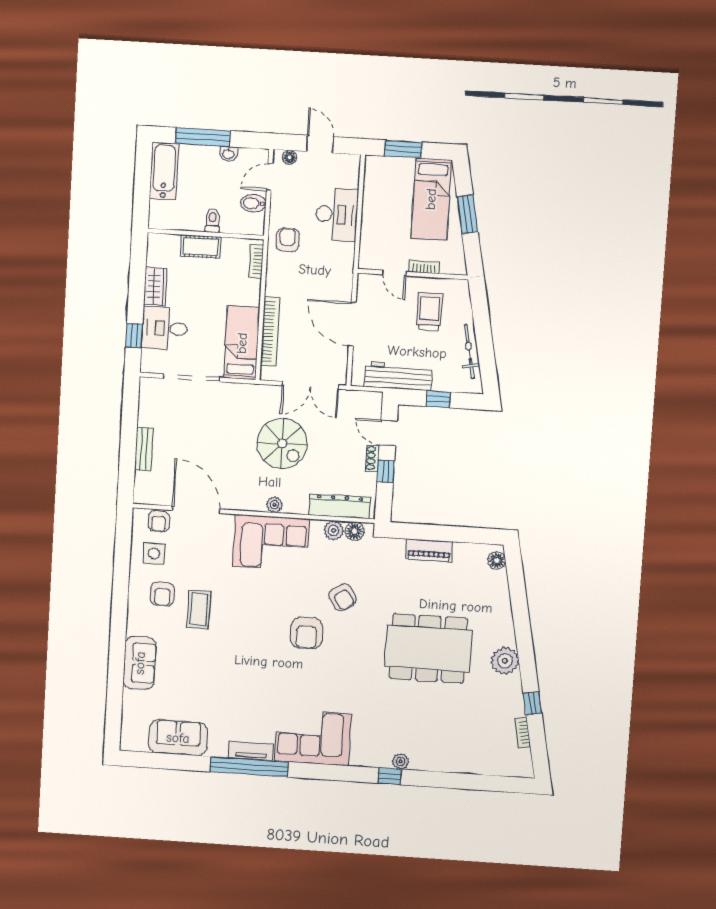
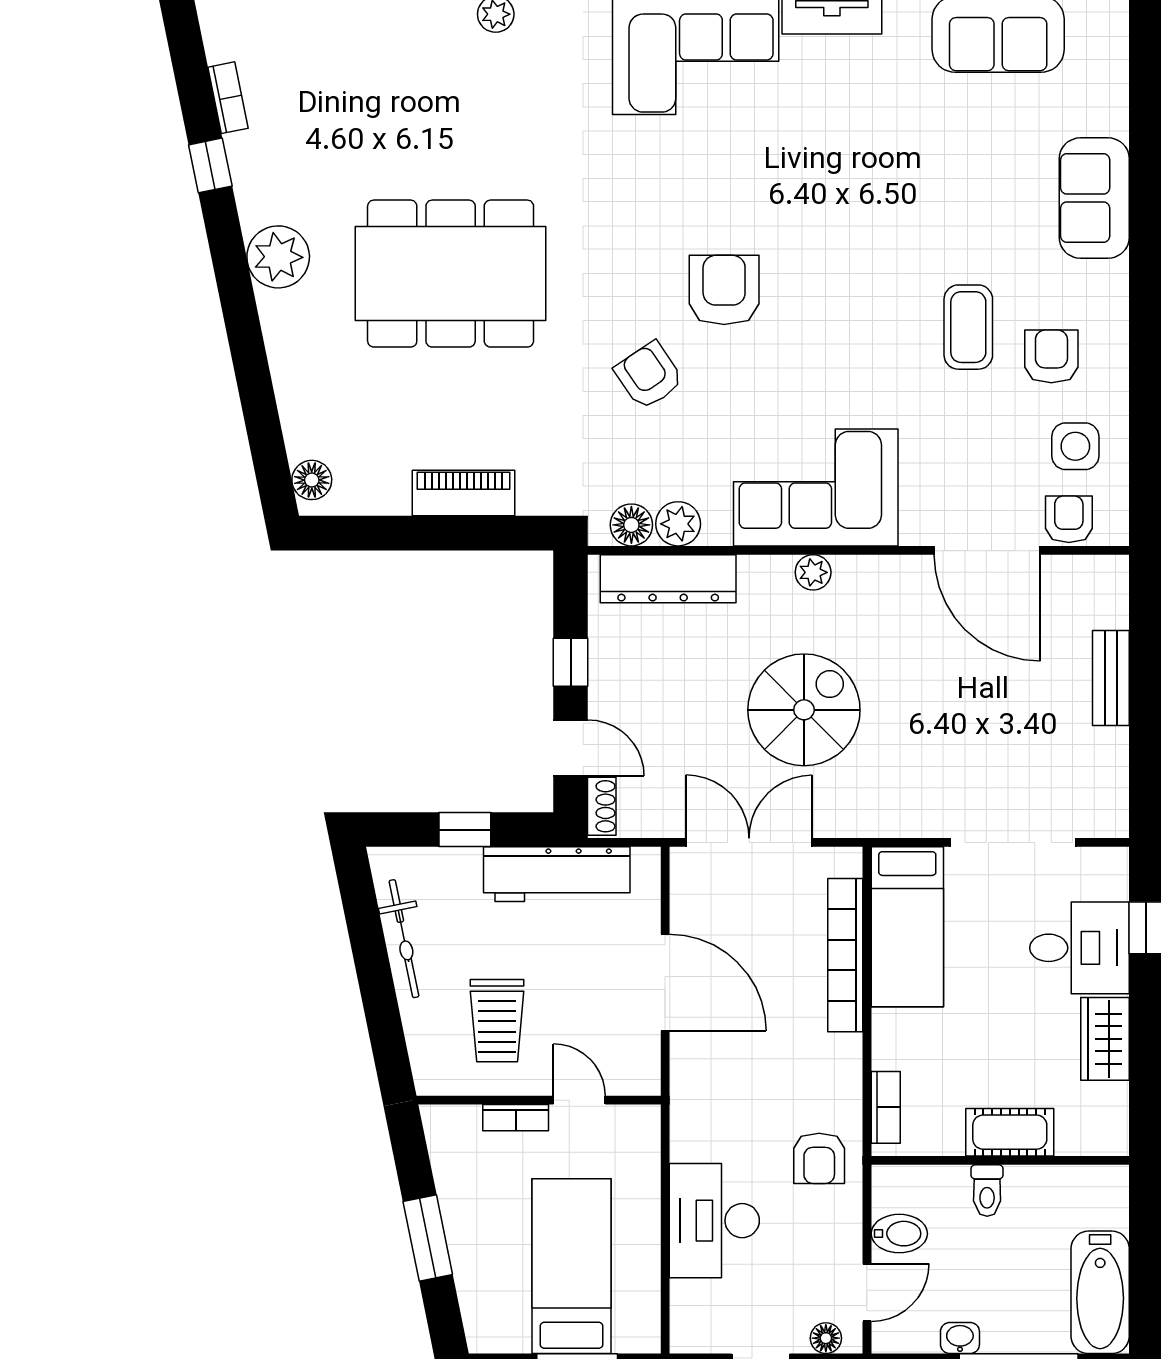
bed: (431, 199) -> (572, 1266), moved
spiral stairs: (282, 443) -> (804, 710), turned 90
shoe rack: (372, 458) -> (602, 806), moved

